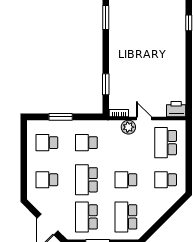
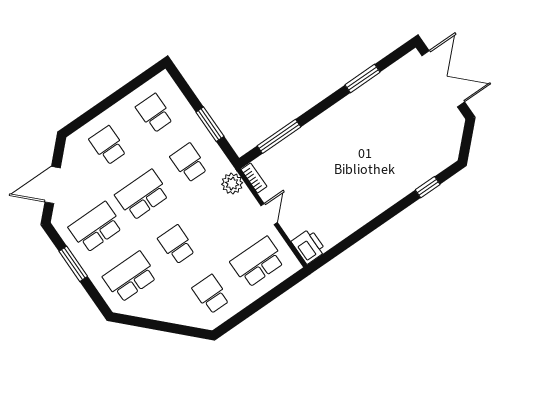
window: (106, 84) -> (279, 136), width x1.44
window: (61, 117) -> (210, 124), moved
plant: (128, 127) -> (232, 184), moved

